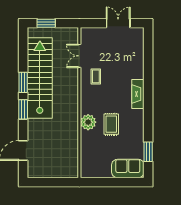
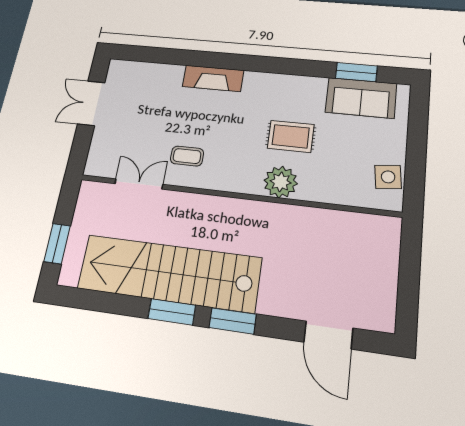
double door: (79, 56) -> (139, 184), swing flipped
fireplace: (138, 94) -> (213, 78), moved
sofa: (128, 168) -> (361, 98), moved, turned -90
side table: (96, 170) -> (388, 177), added

